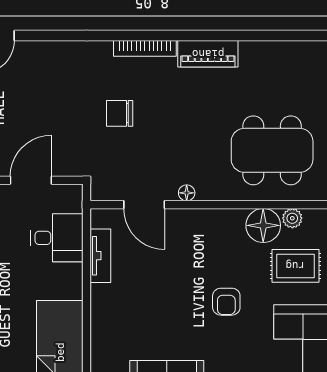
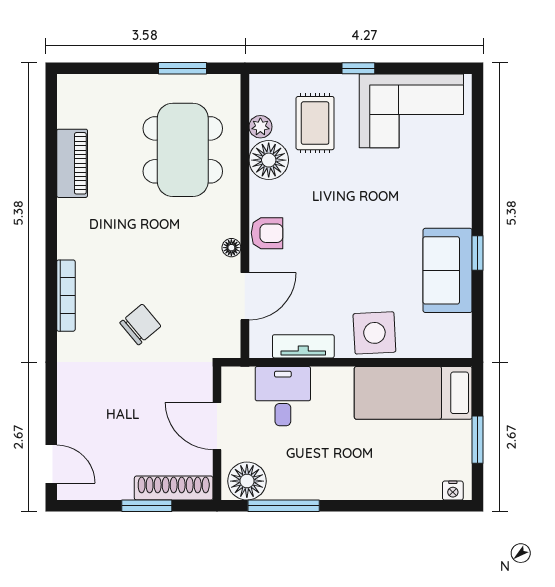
piano: (208, 54) -> (72, 163), moved
chair: (120, 113) -> (140, 324), turned -130
armchair: (226, 302) -> (267, 233), moved
side table: (112, 318) -> (374, 333), added

